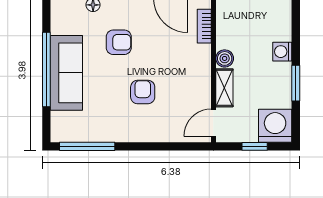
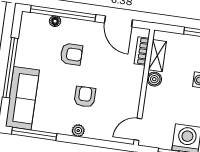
sofa: (66, 73) -> (22, 98), moved
shelving: (224, 88) -> (157, 56), moved
plant: (140, 135) -> (78, 131), added

